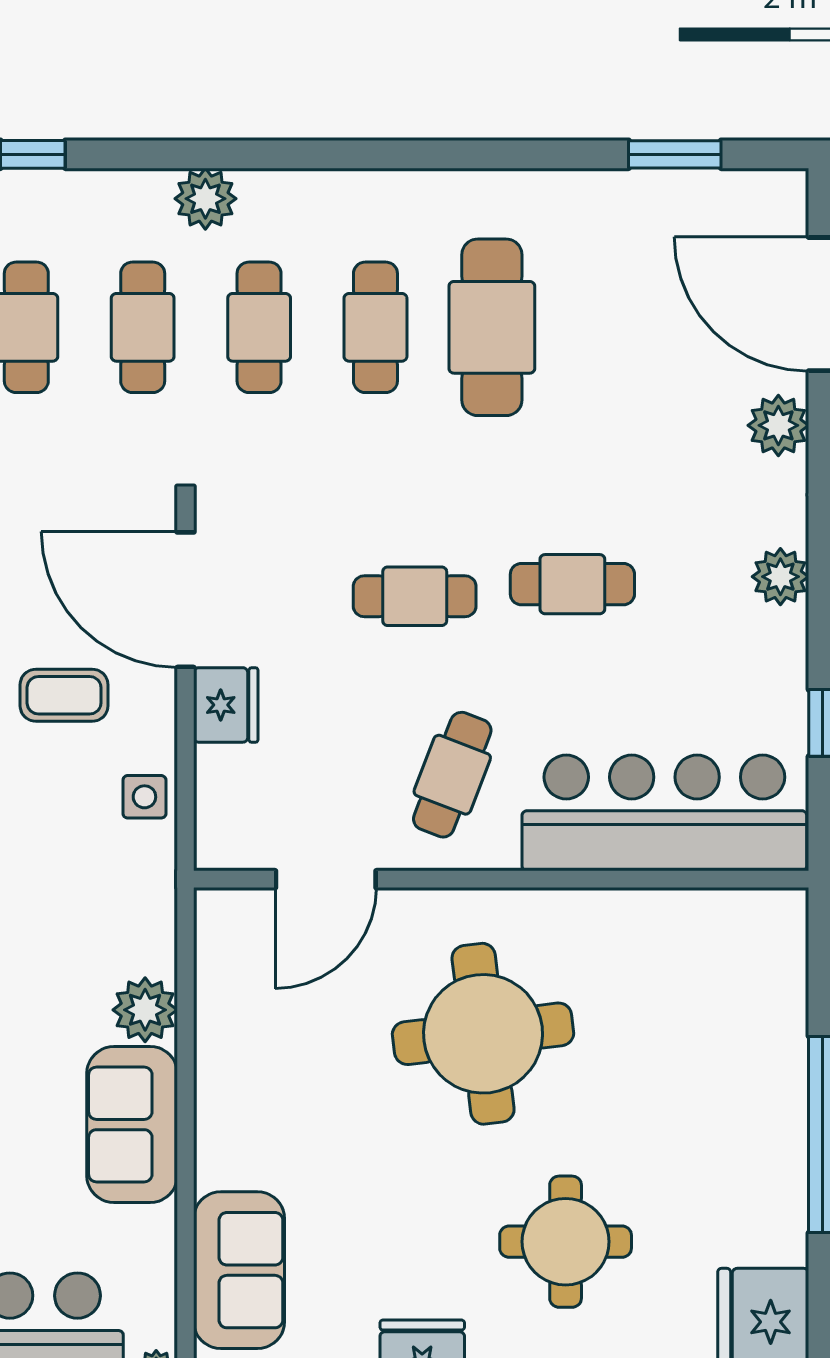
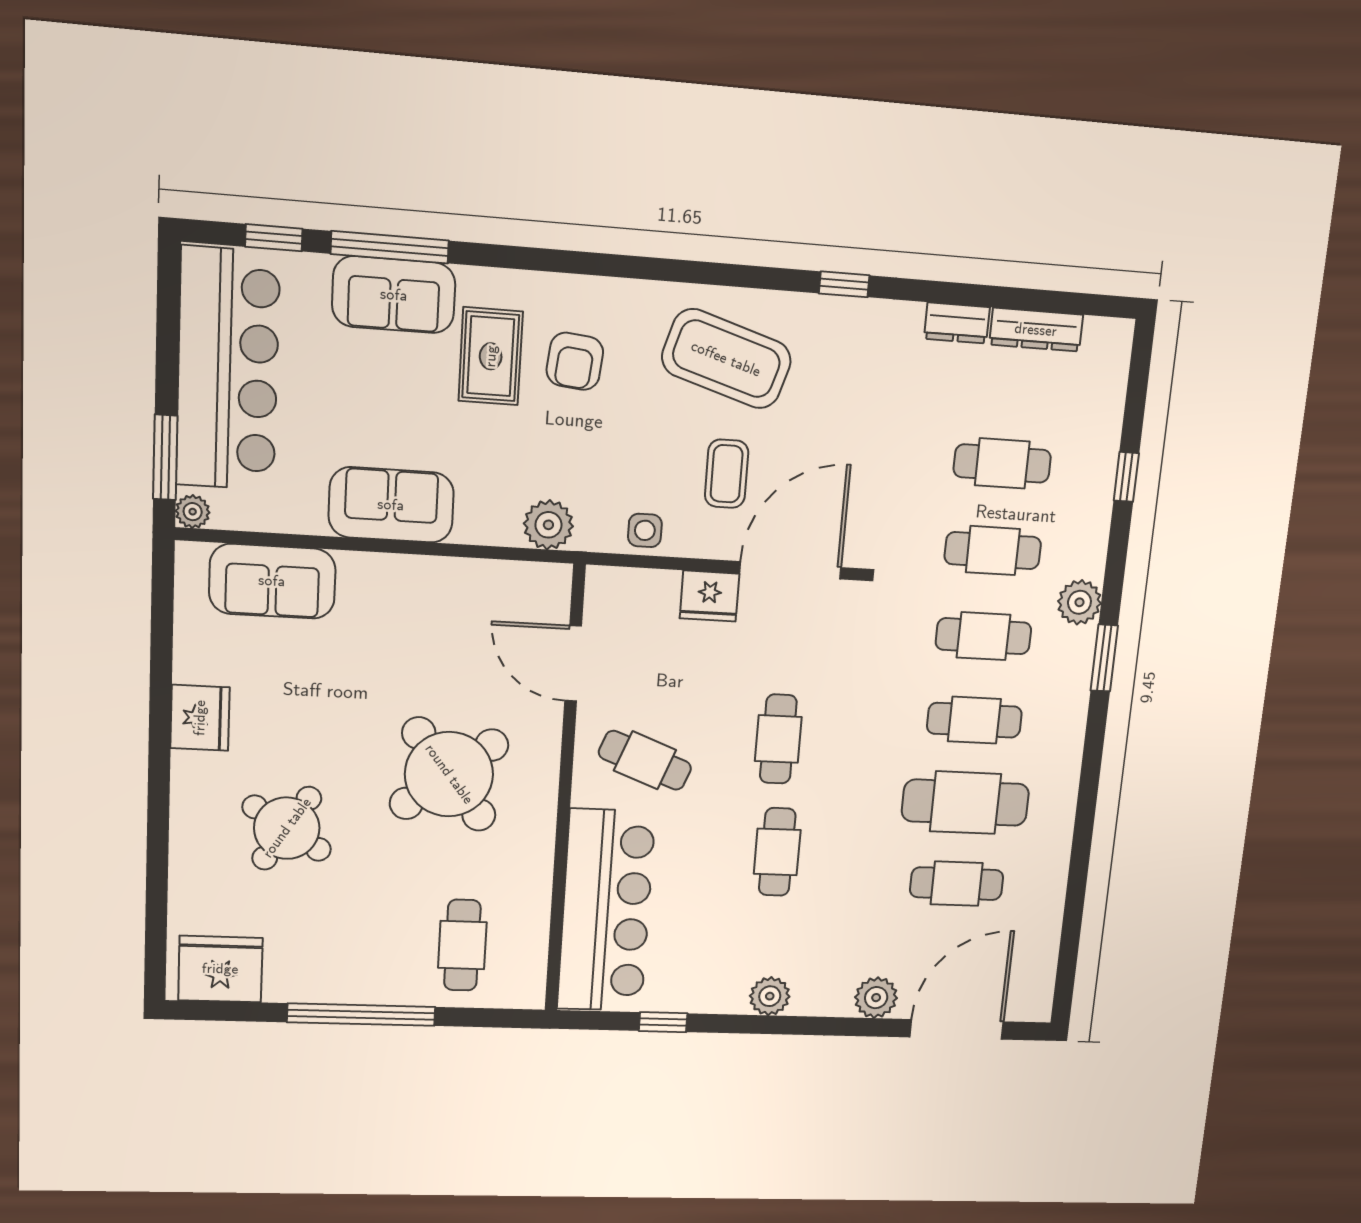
window: (675, 154) -> (1104, 658), moved
cafe table: (608, 327) -> (957, 884), added
cafe table: (720, 1004) -> (462, 945), added
plant: (145, 1010) -> (548, 525), moved
round table: (483, 1034) -> (449, 774), turned -31
round table: (566, 1242) -> (287, 828), turned 33

